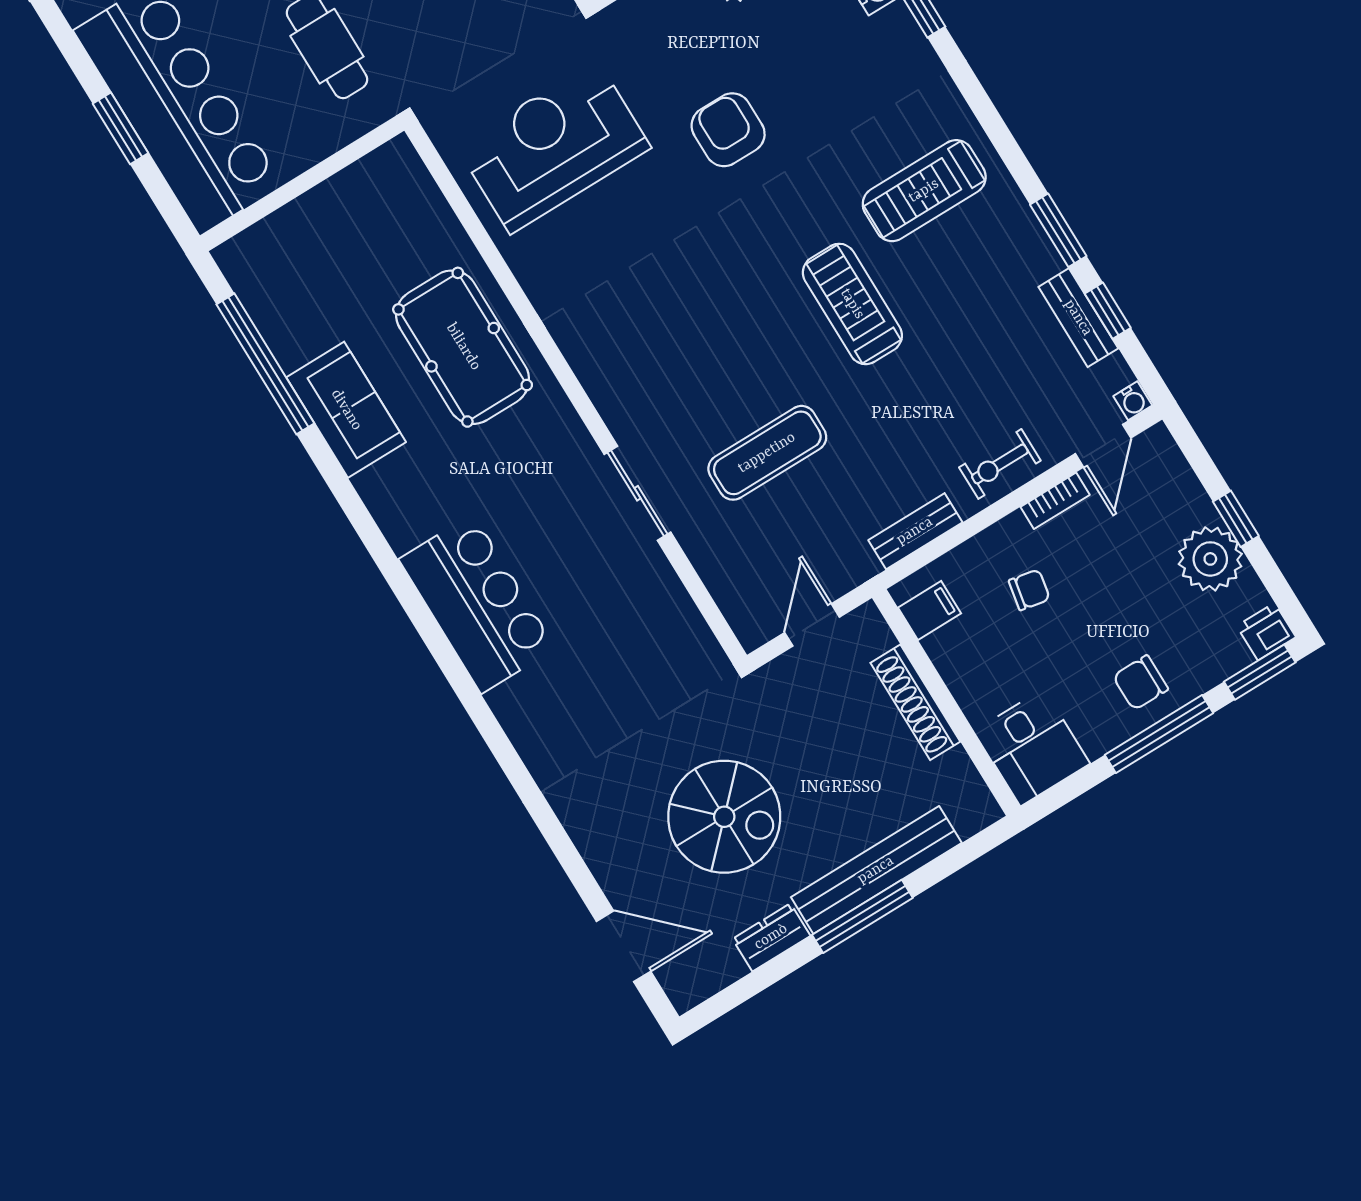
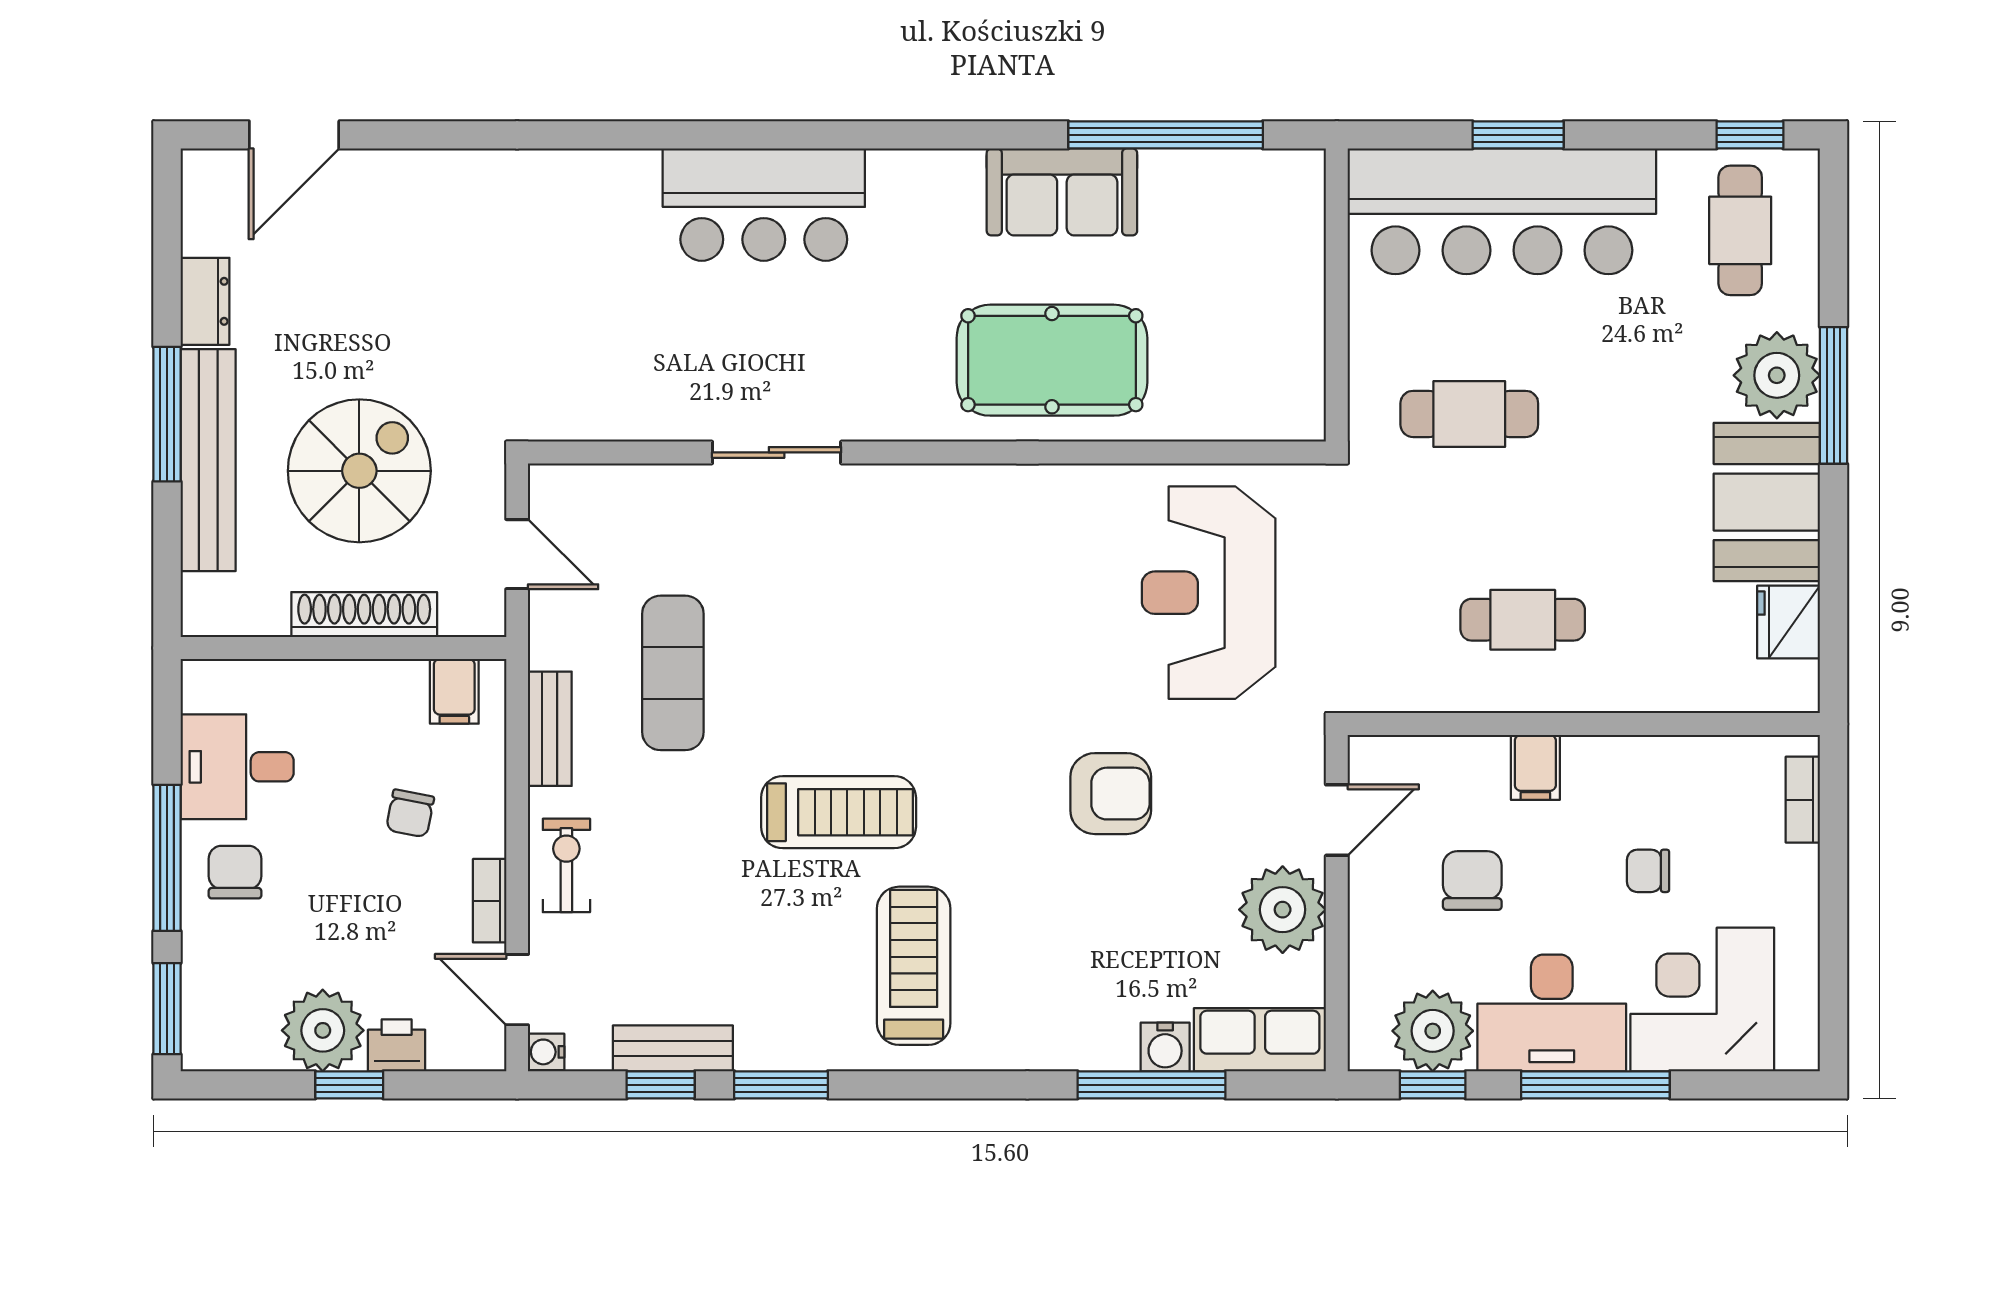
reception desk: (554, 147) -> (1209, 593), turned 180
exercise mat: (767, 453) -> (673, 673), moved
printer: (1266, 632) -> (397, 1045), moved, turned -90
desk: (1032, 747) -> (237, 767), moved
spiral stairs: (724, 817) -> (359, 471), moved, turned 180

